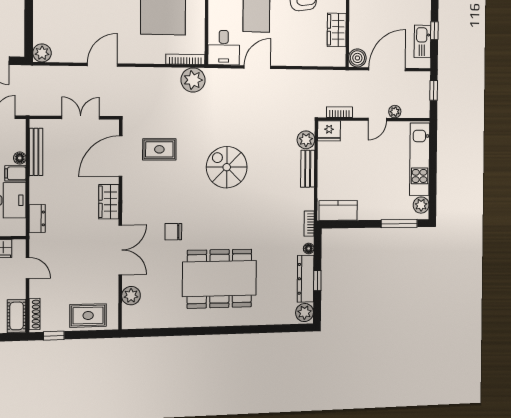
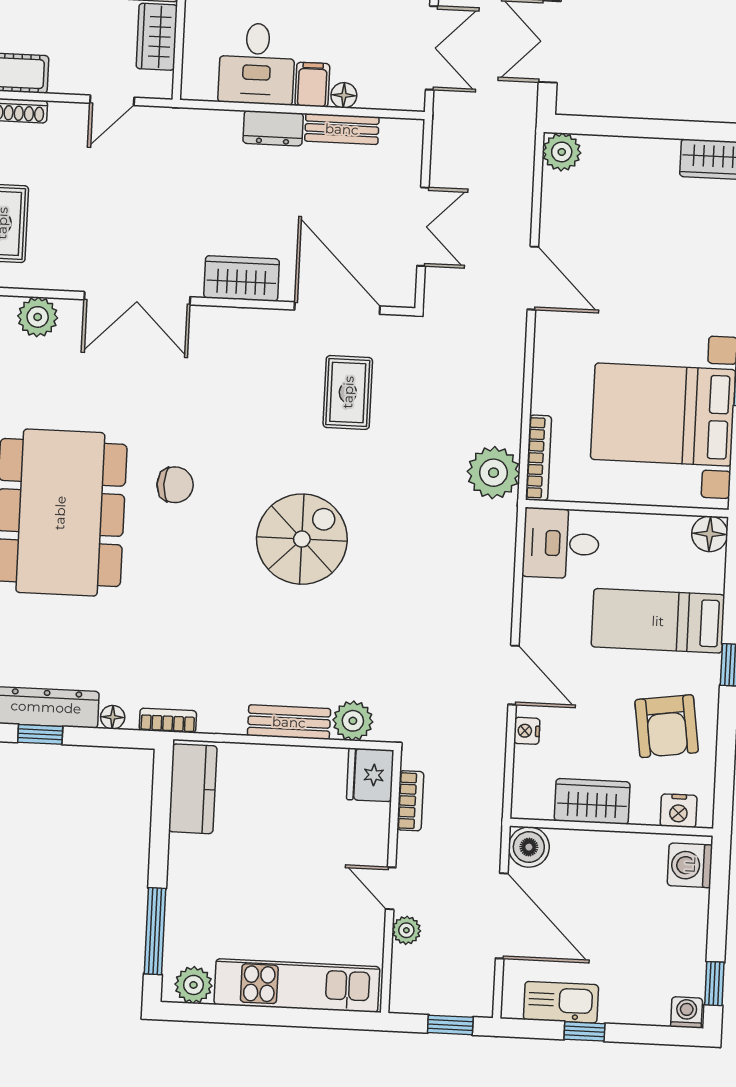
nightstand: (307, 61) -> (527, 731), added
door: (257, 67) -> (513, 675), moved
bench: (36, 152) -> (342, 129), width x0.73
dresser: (37, 219) -> (273, 128), moved
chair: (173, 232) -> (175, 485), moved, turned 90

